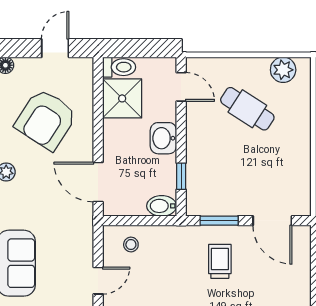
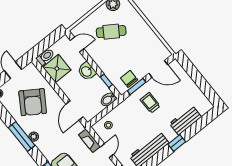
door: (98, 182) -> (74, 110), hinge flipped
chair: (217, 201) -> (129, 79), added
fireplace: (84, 245) -> (89, 141), added

